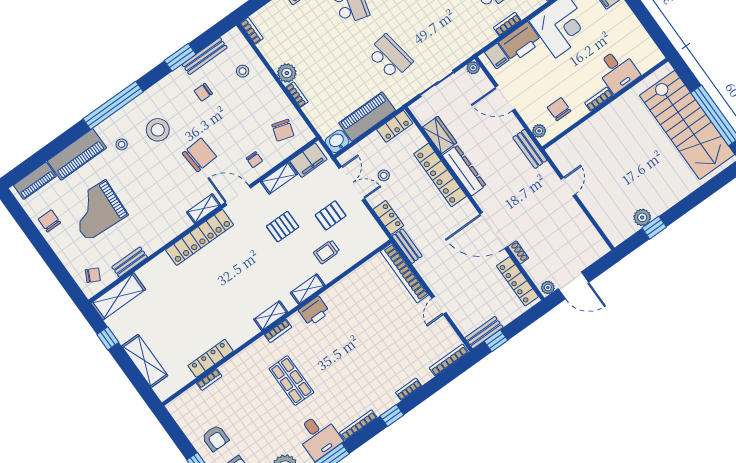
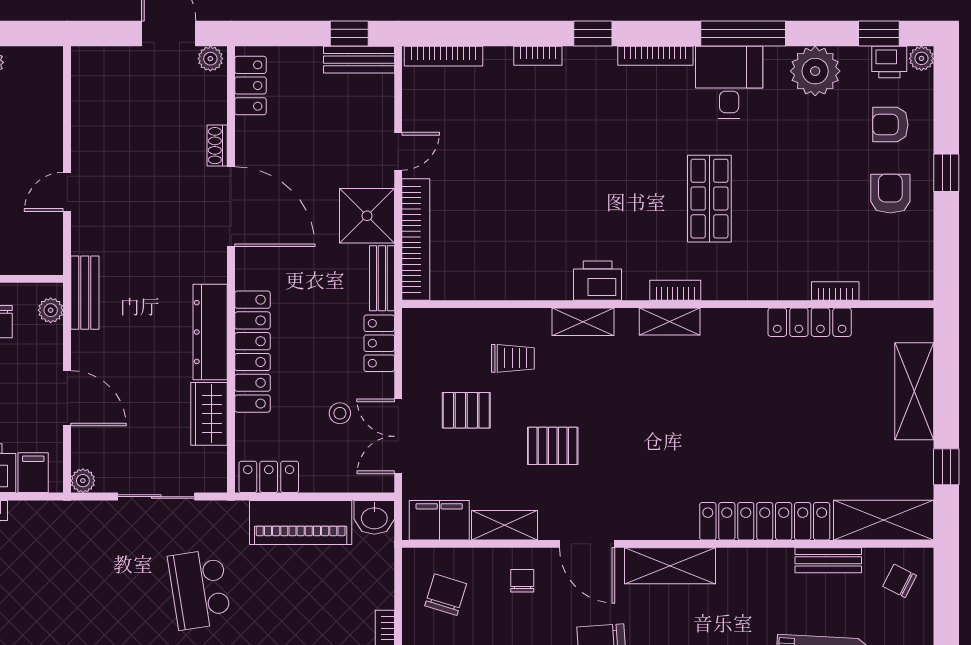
shelving: (204, 209) -> (670, 566), width x1.50, depth x1.33
locker: (200, 237) -> (765, 521), moved
shower: (433, 268) -> (367, 216), added
locker: (517, 281) -> (250, 86), width x0.66

